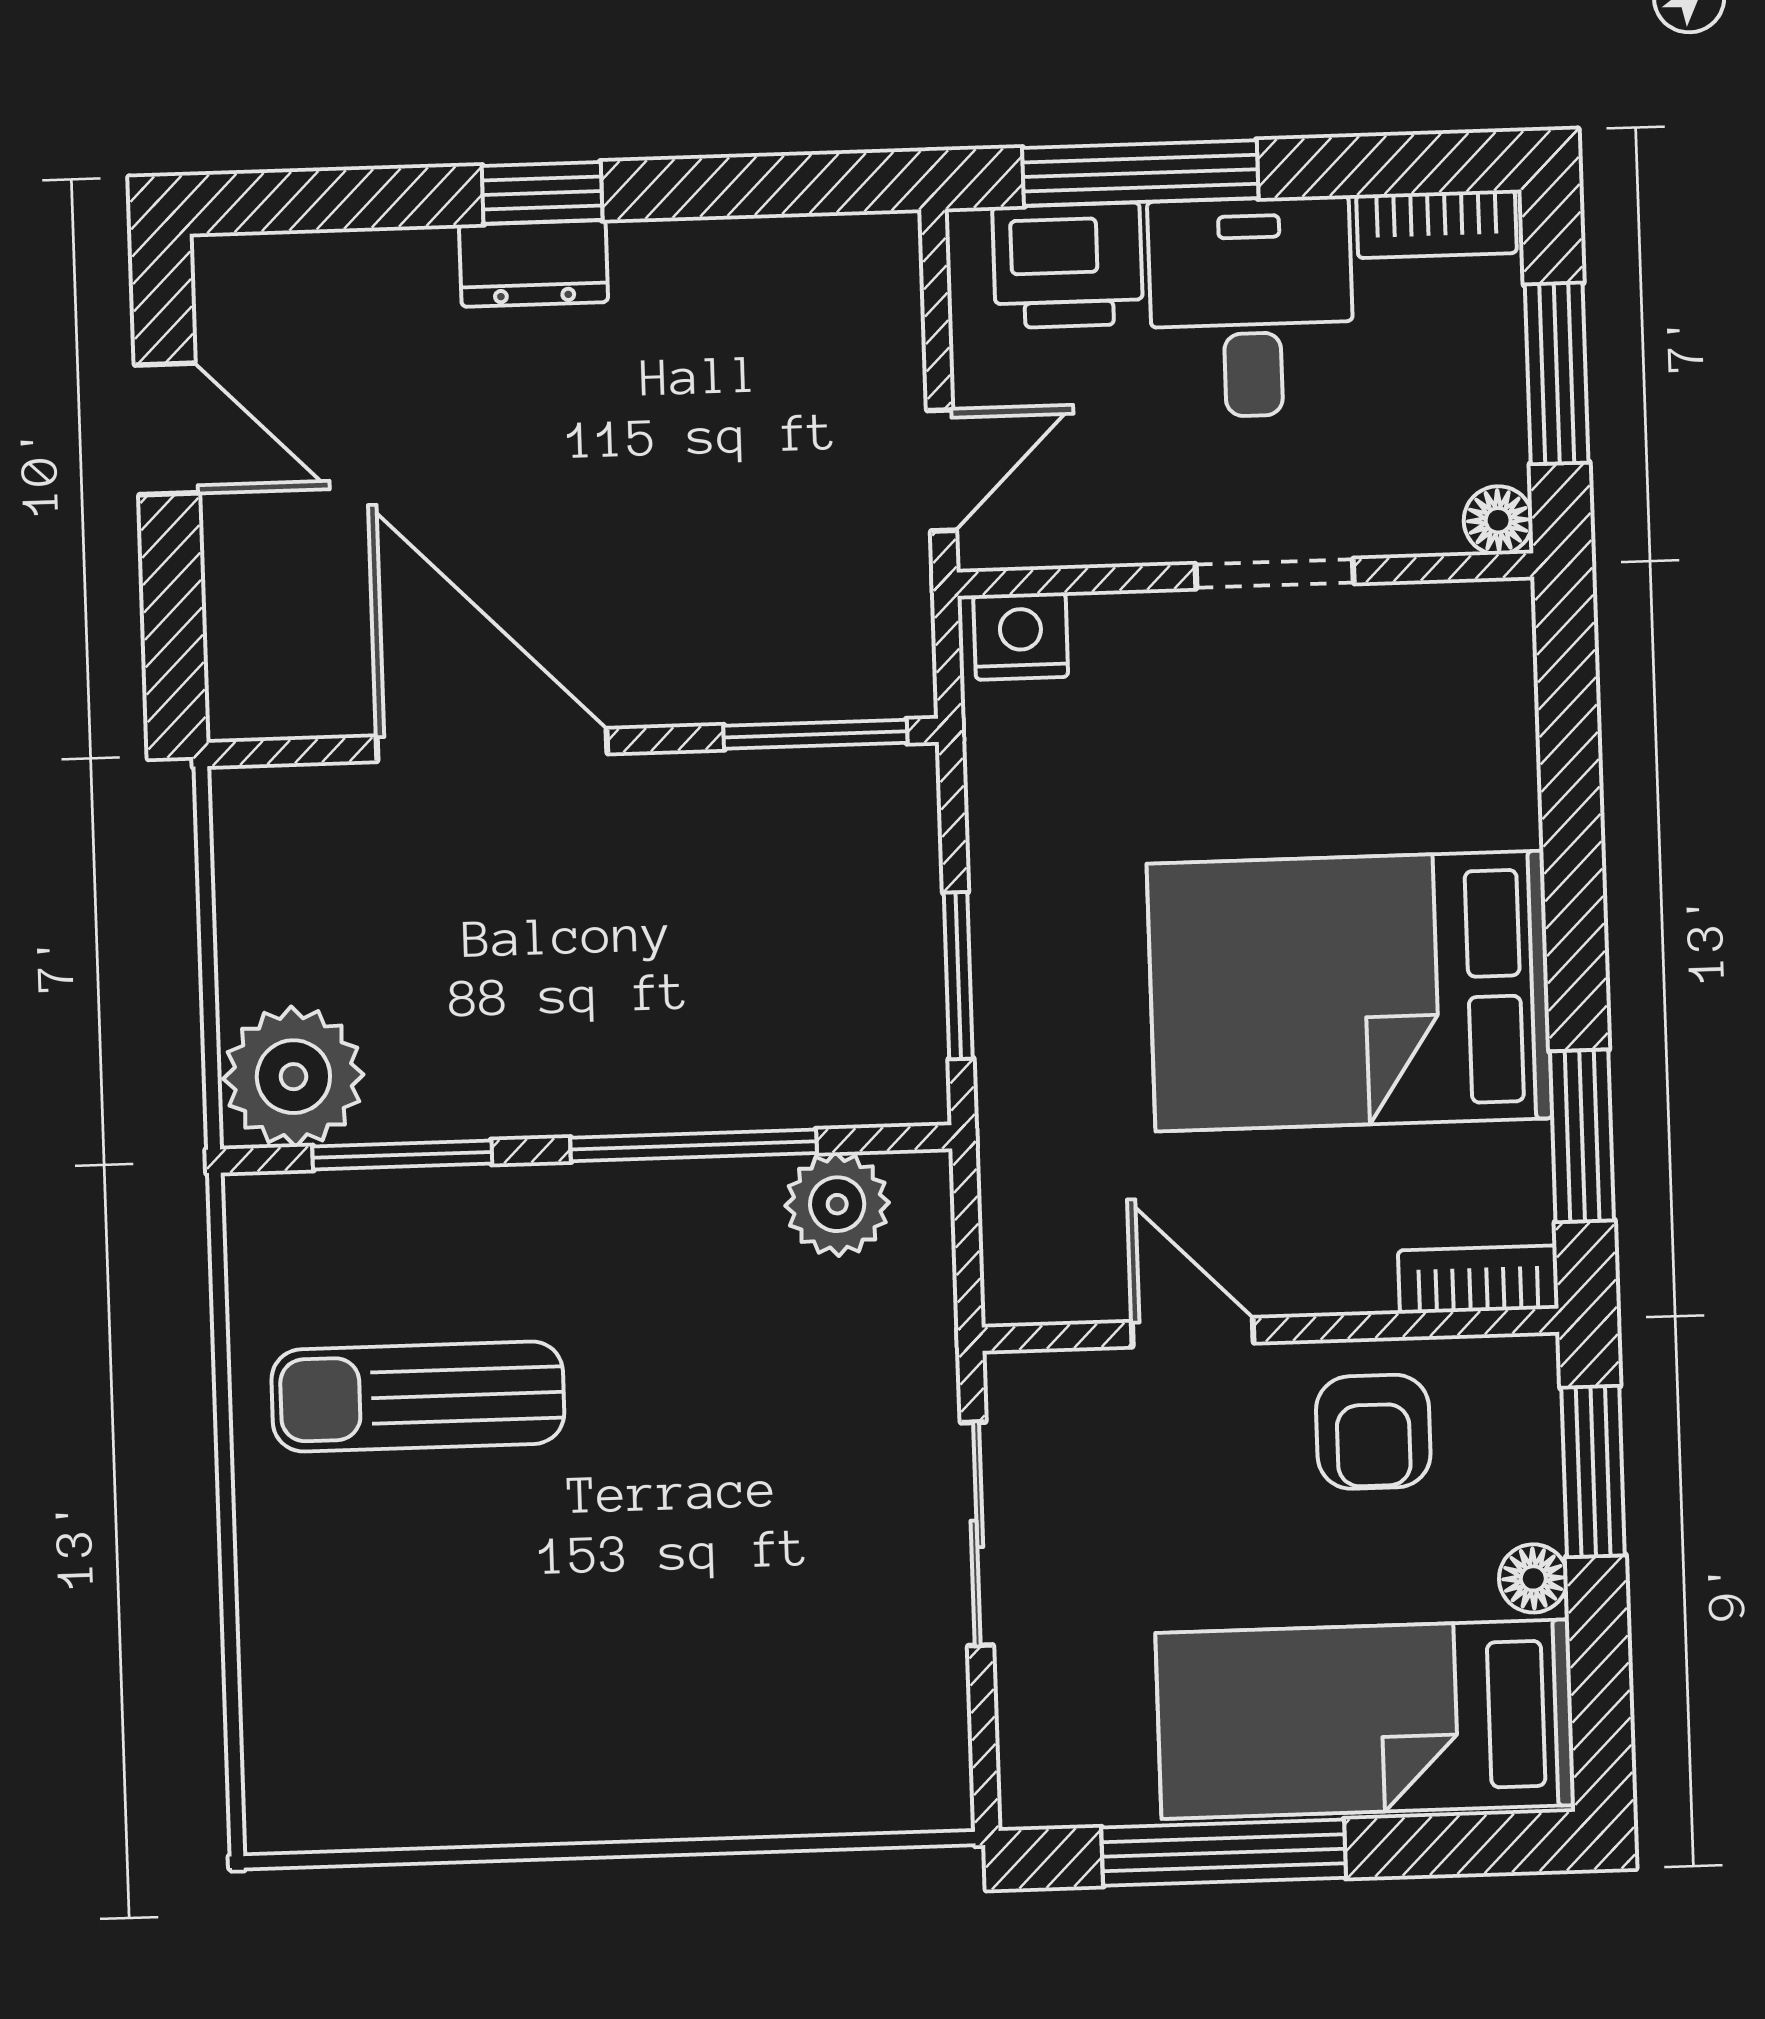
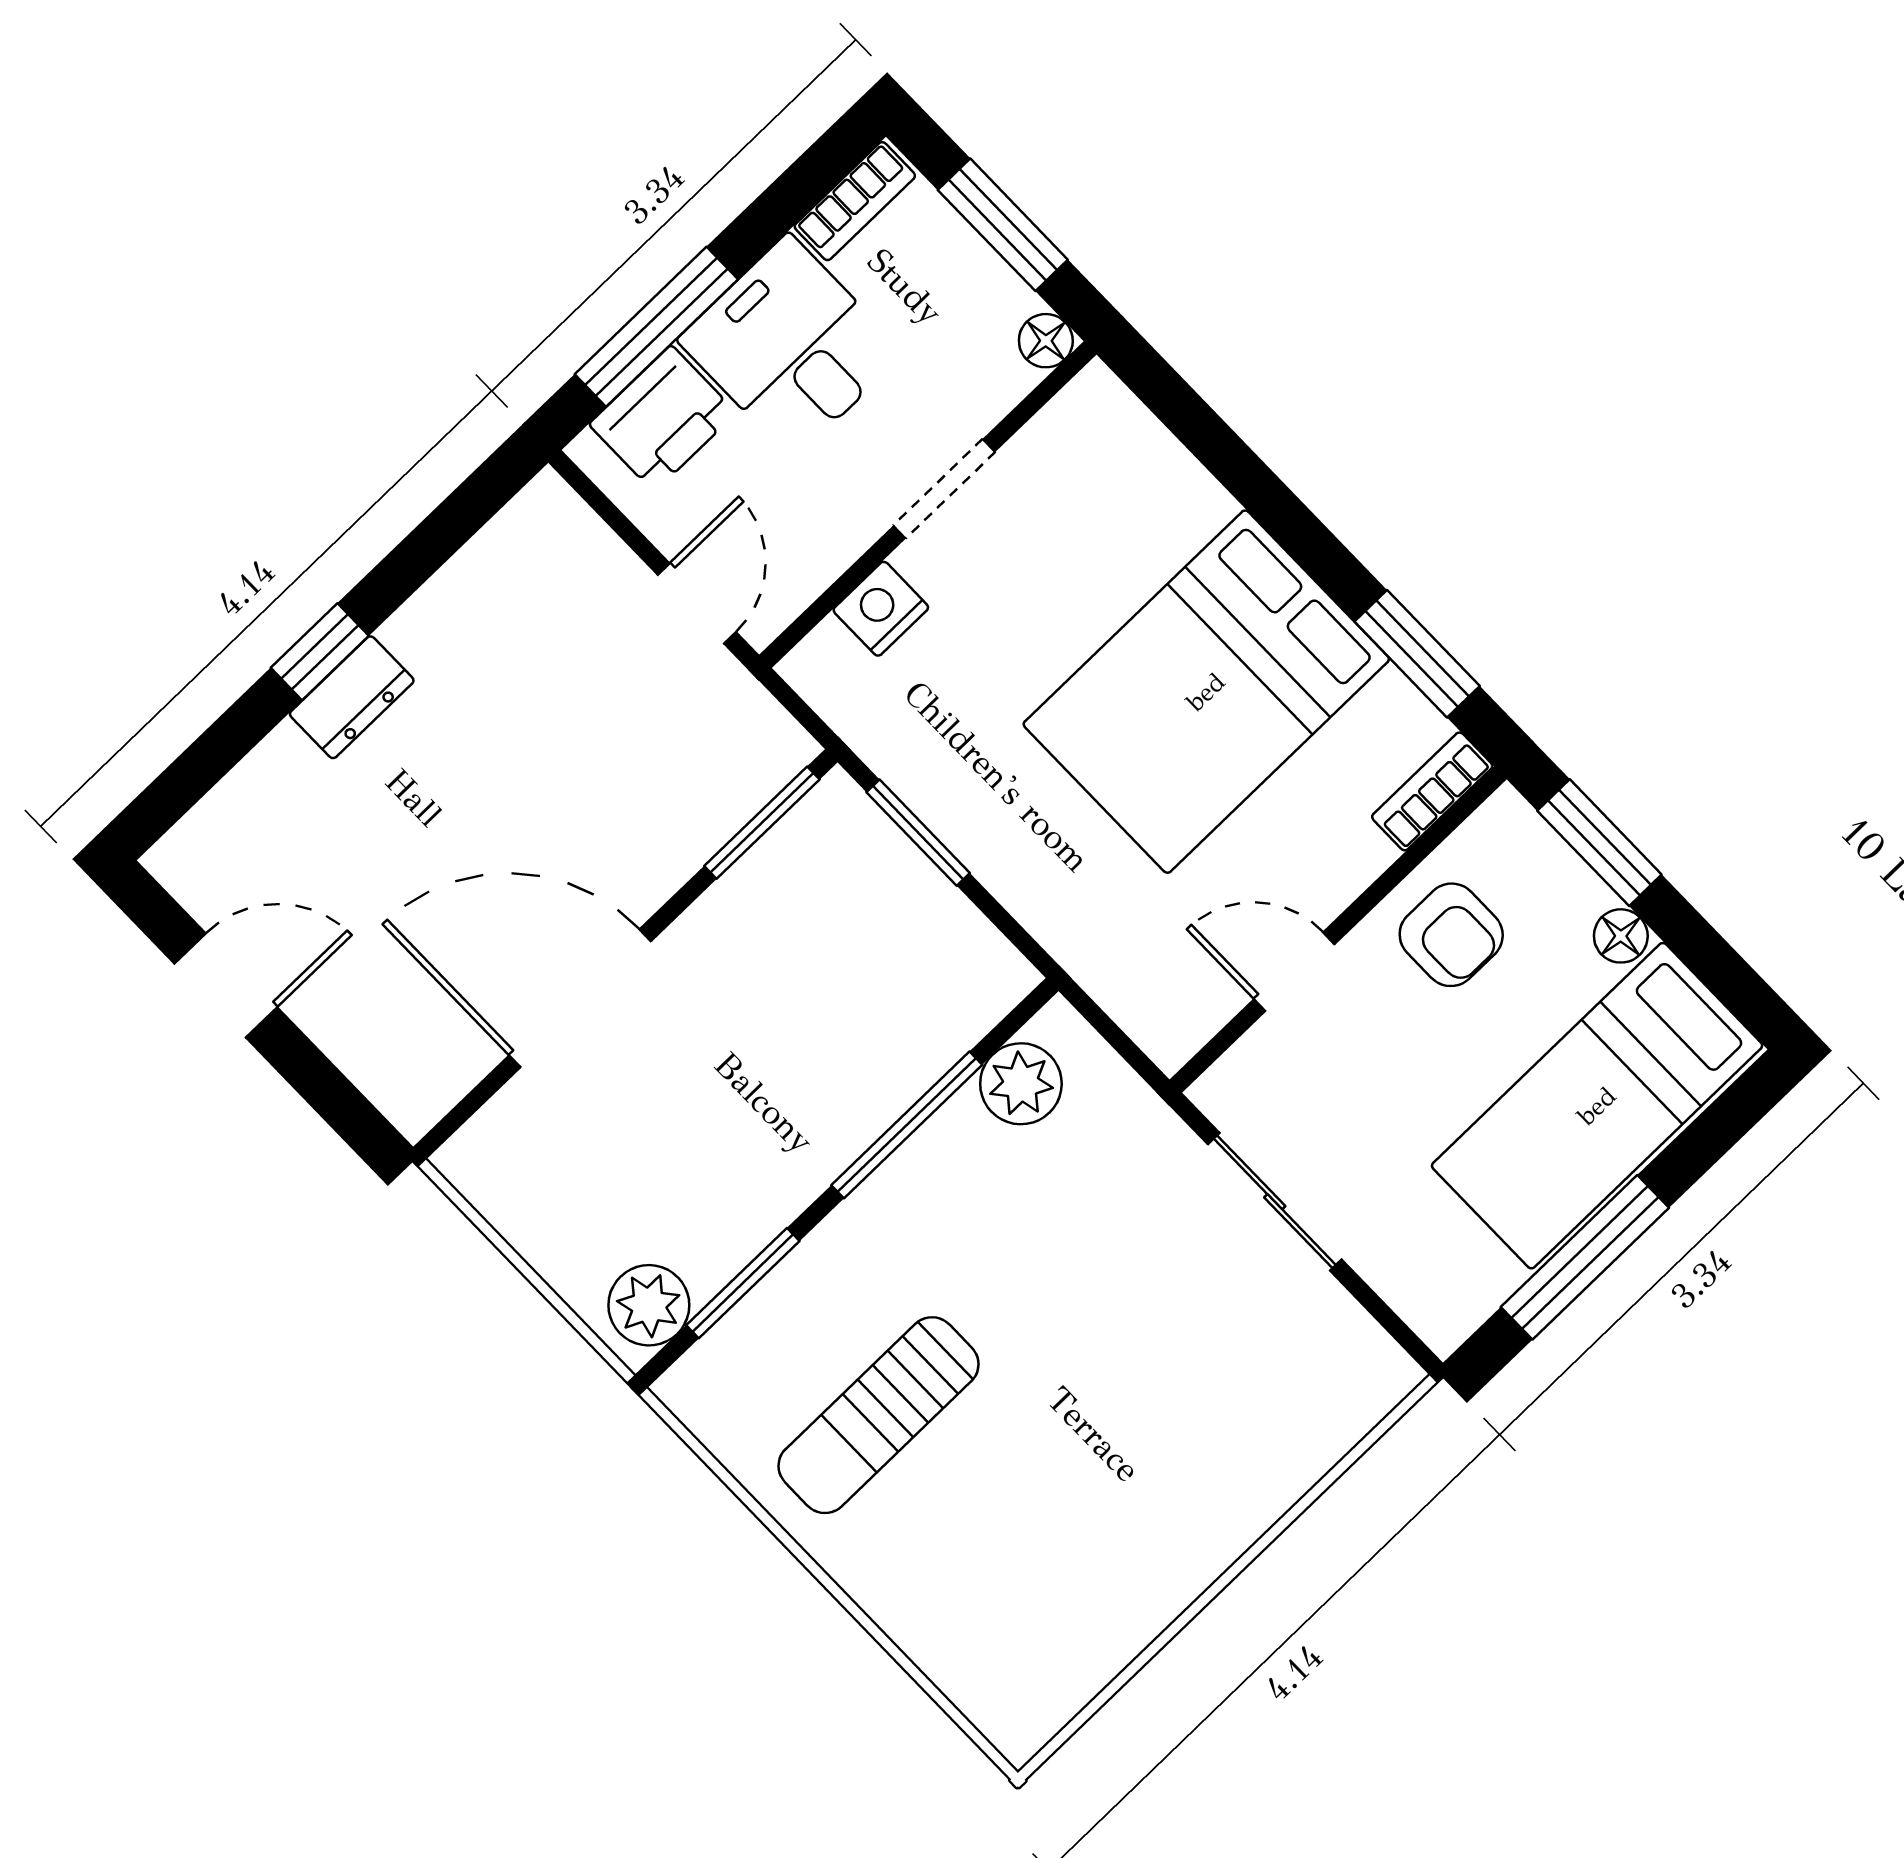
nightstand: (1021, 636) -> (881, 609), moved
window: (958, 976) -> (918, 833), moved
plant: (293, 1077) -> (649, 1305), width x0.73, depth x0.73

